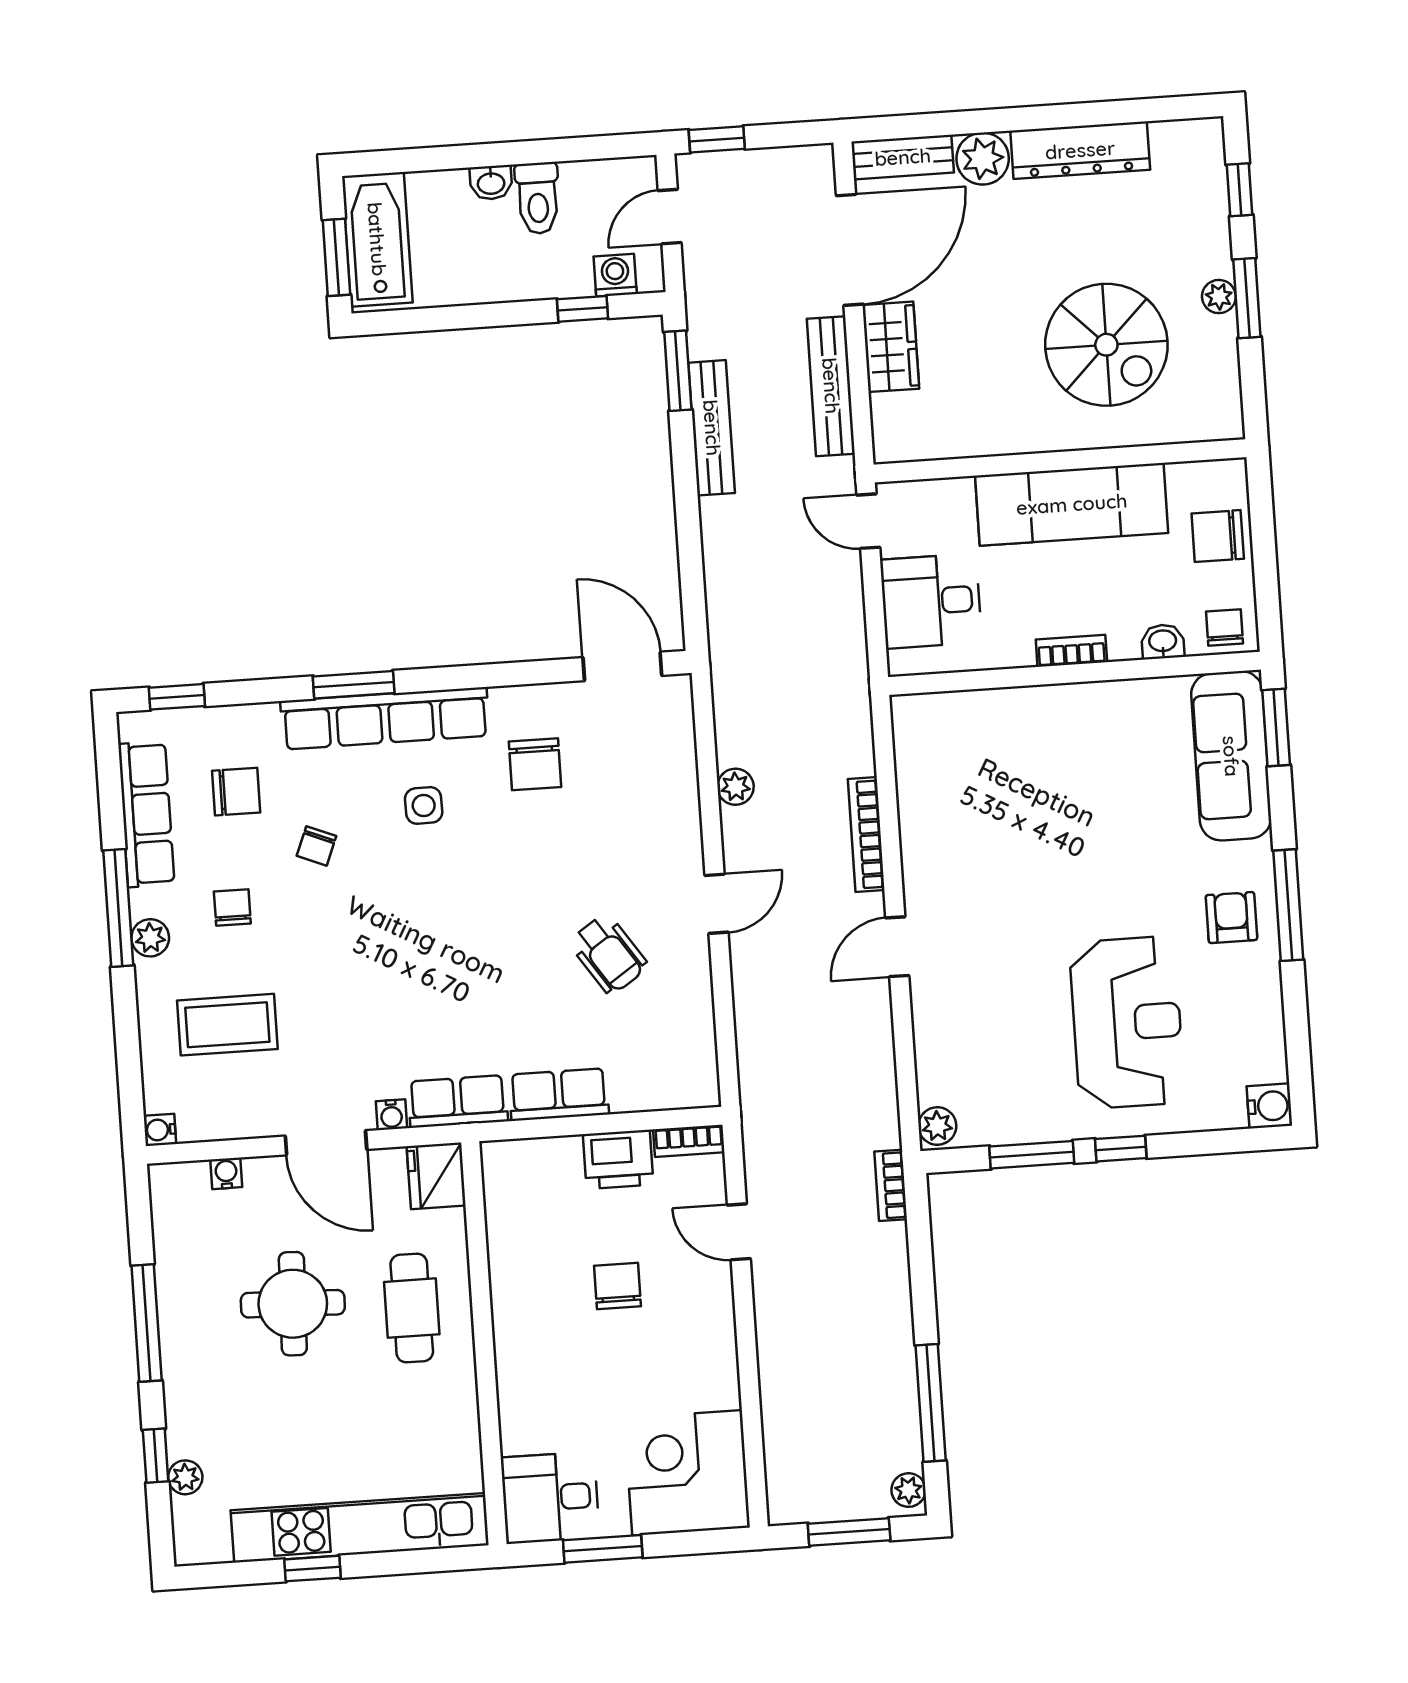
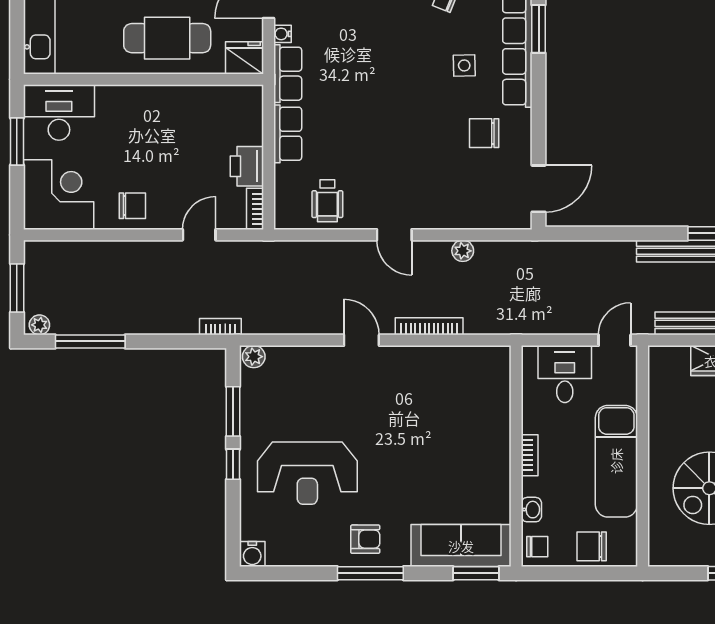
chair: (1218, 536) -> (592, 546), turned -90
wheelchair: (608, 954) -> (327, 201), moved, turned -56
chair: (618, 1286) -> (132, 206), moved
cafe table: (412, 1308) -> (167, 38), width x1.37, depth x1.35
desk: (550, 1498) -> (59, 112), width x1.37

